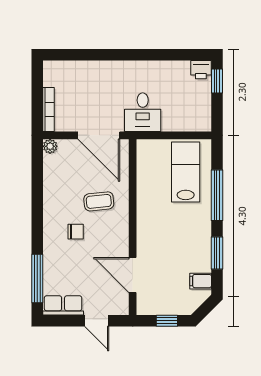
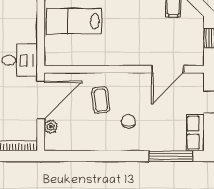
plant: (50, 146) -> (51, 127), moved

